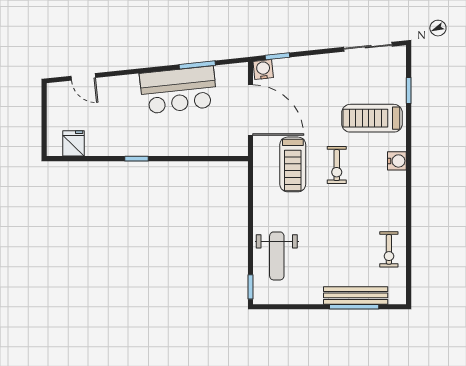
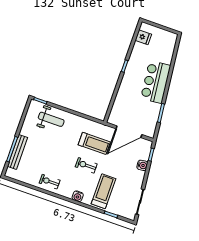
water cooler: (263, 70) -> (142, 165), moved
door: (83, 77) -> (175, 54), removed
bar counter: (178, 90) -> (156, 82), moved
treadmill: (293, 164) -> (94, 143), turned 180
exercise bike: (389, 249) -> (50, 182), moved
weight bench: (277, 256) -> (51, 119), turned 180

